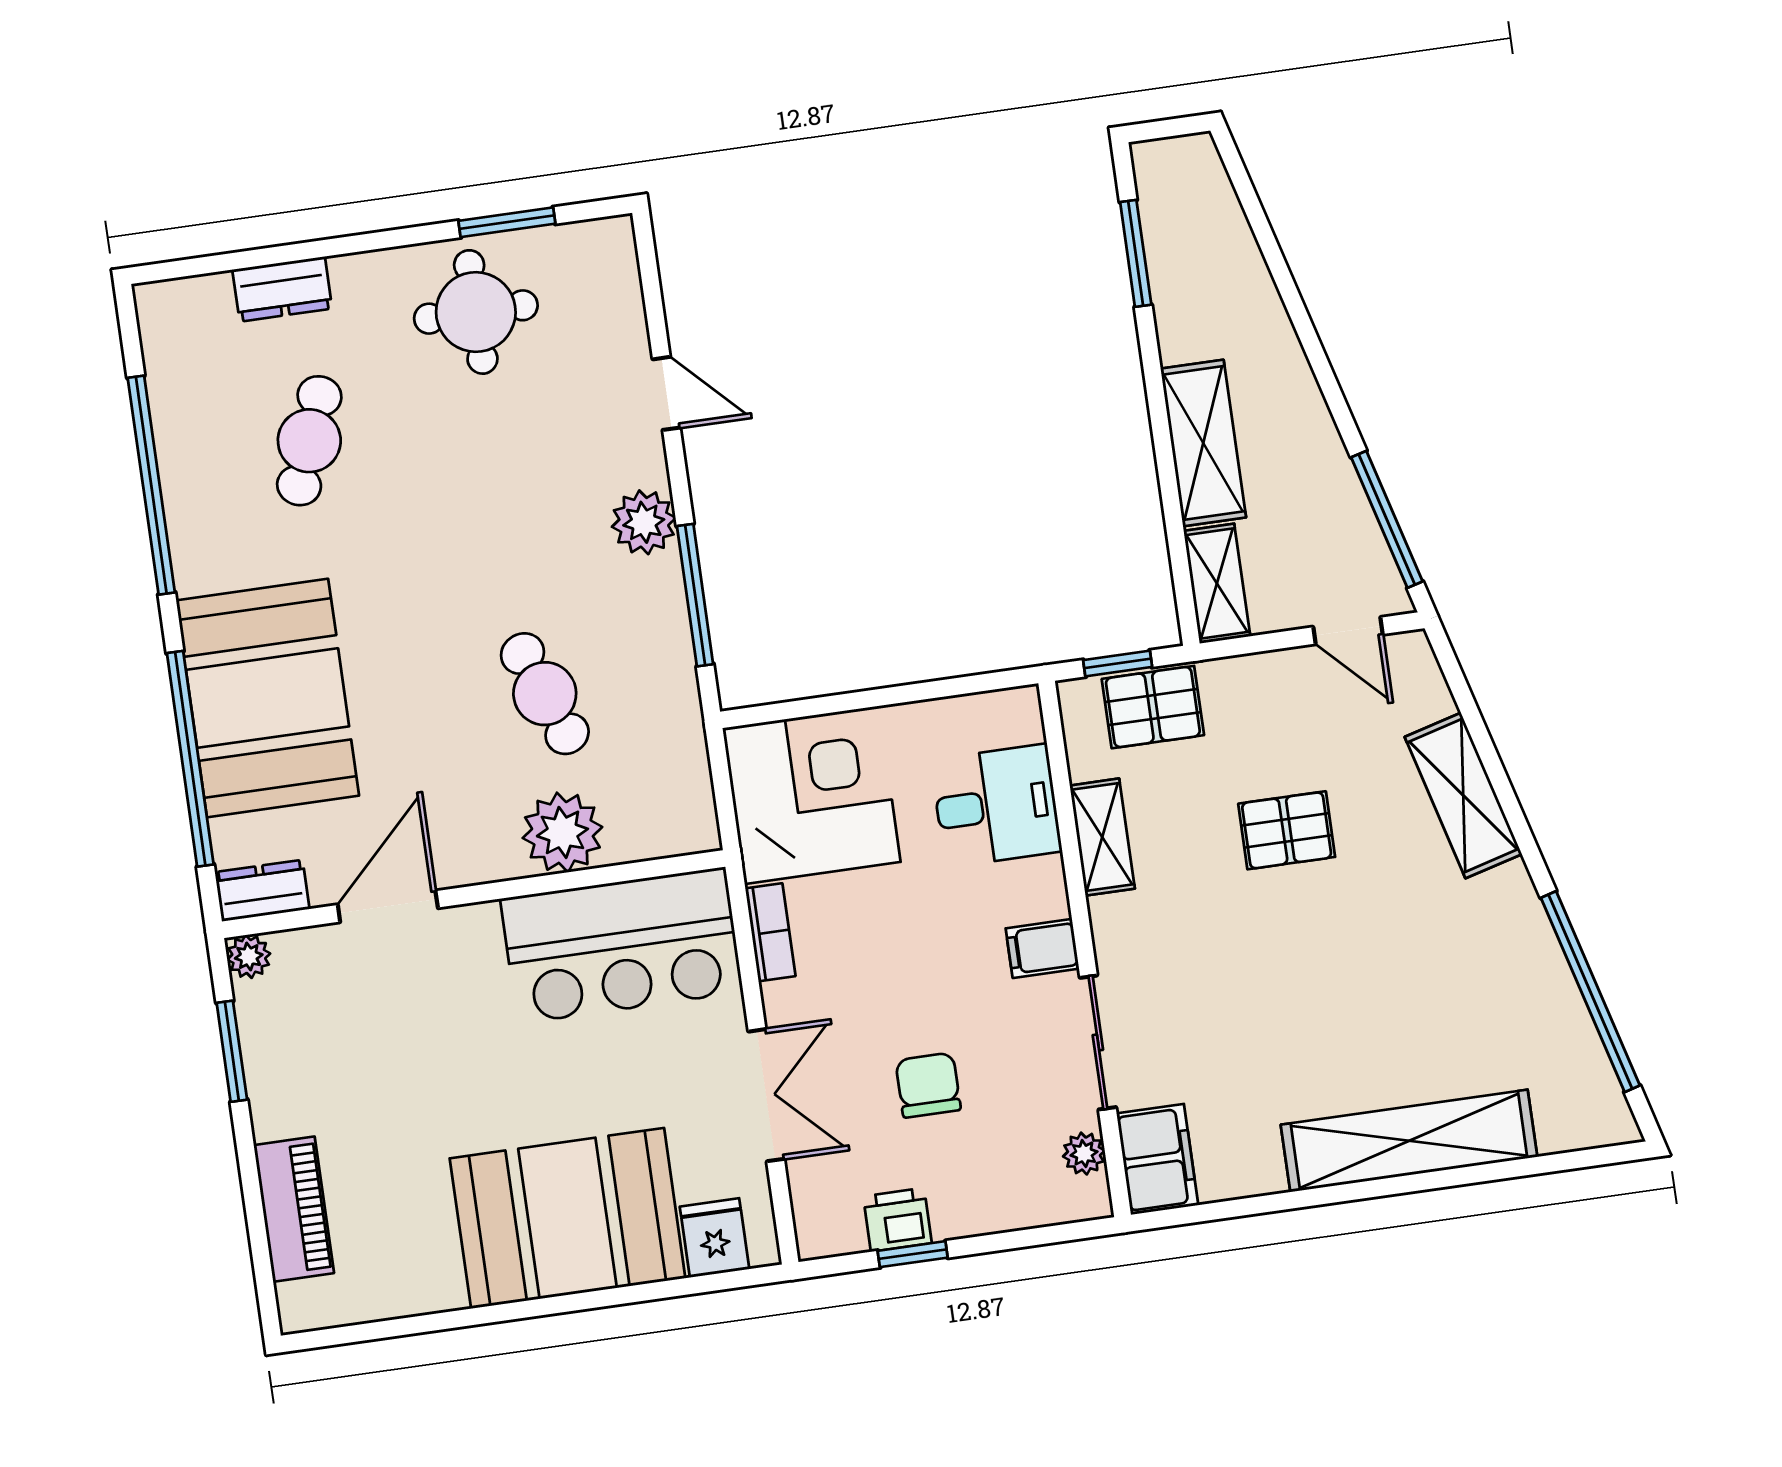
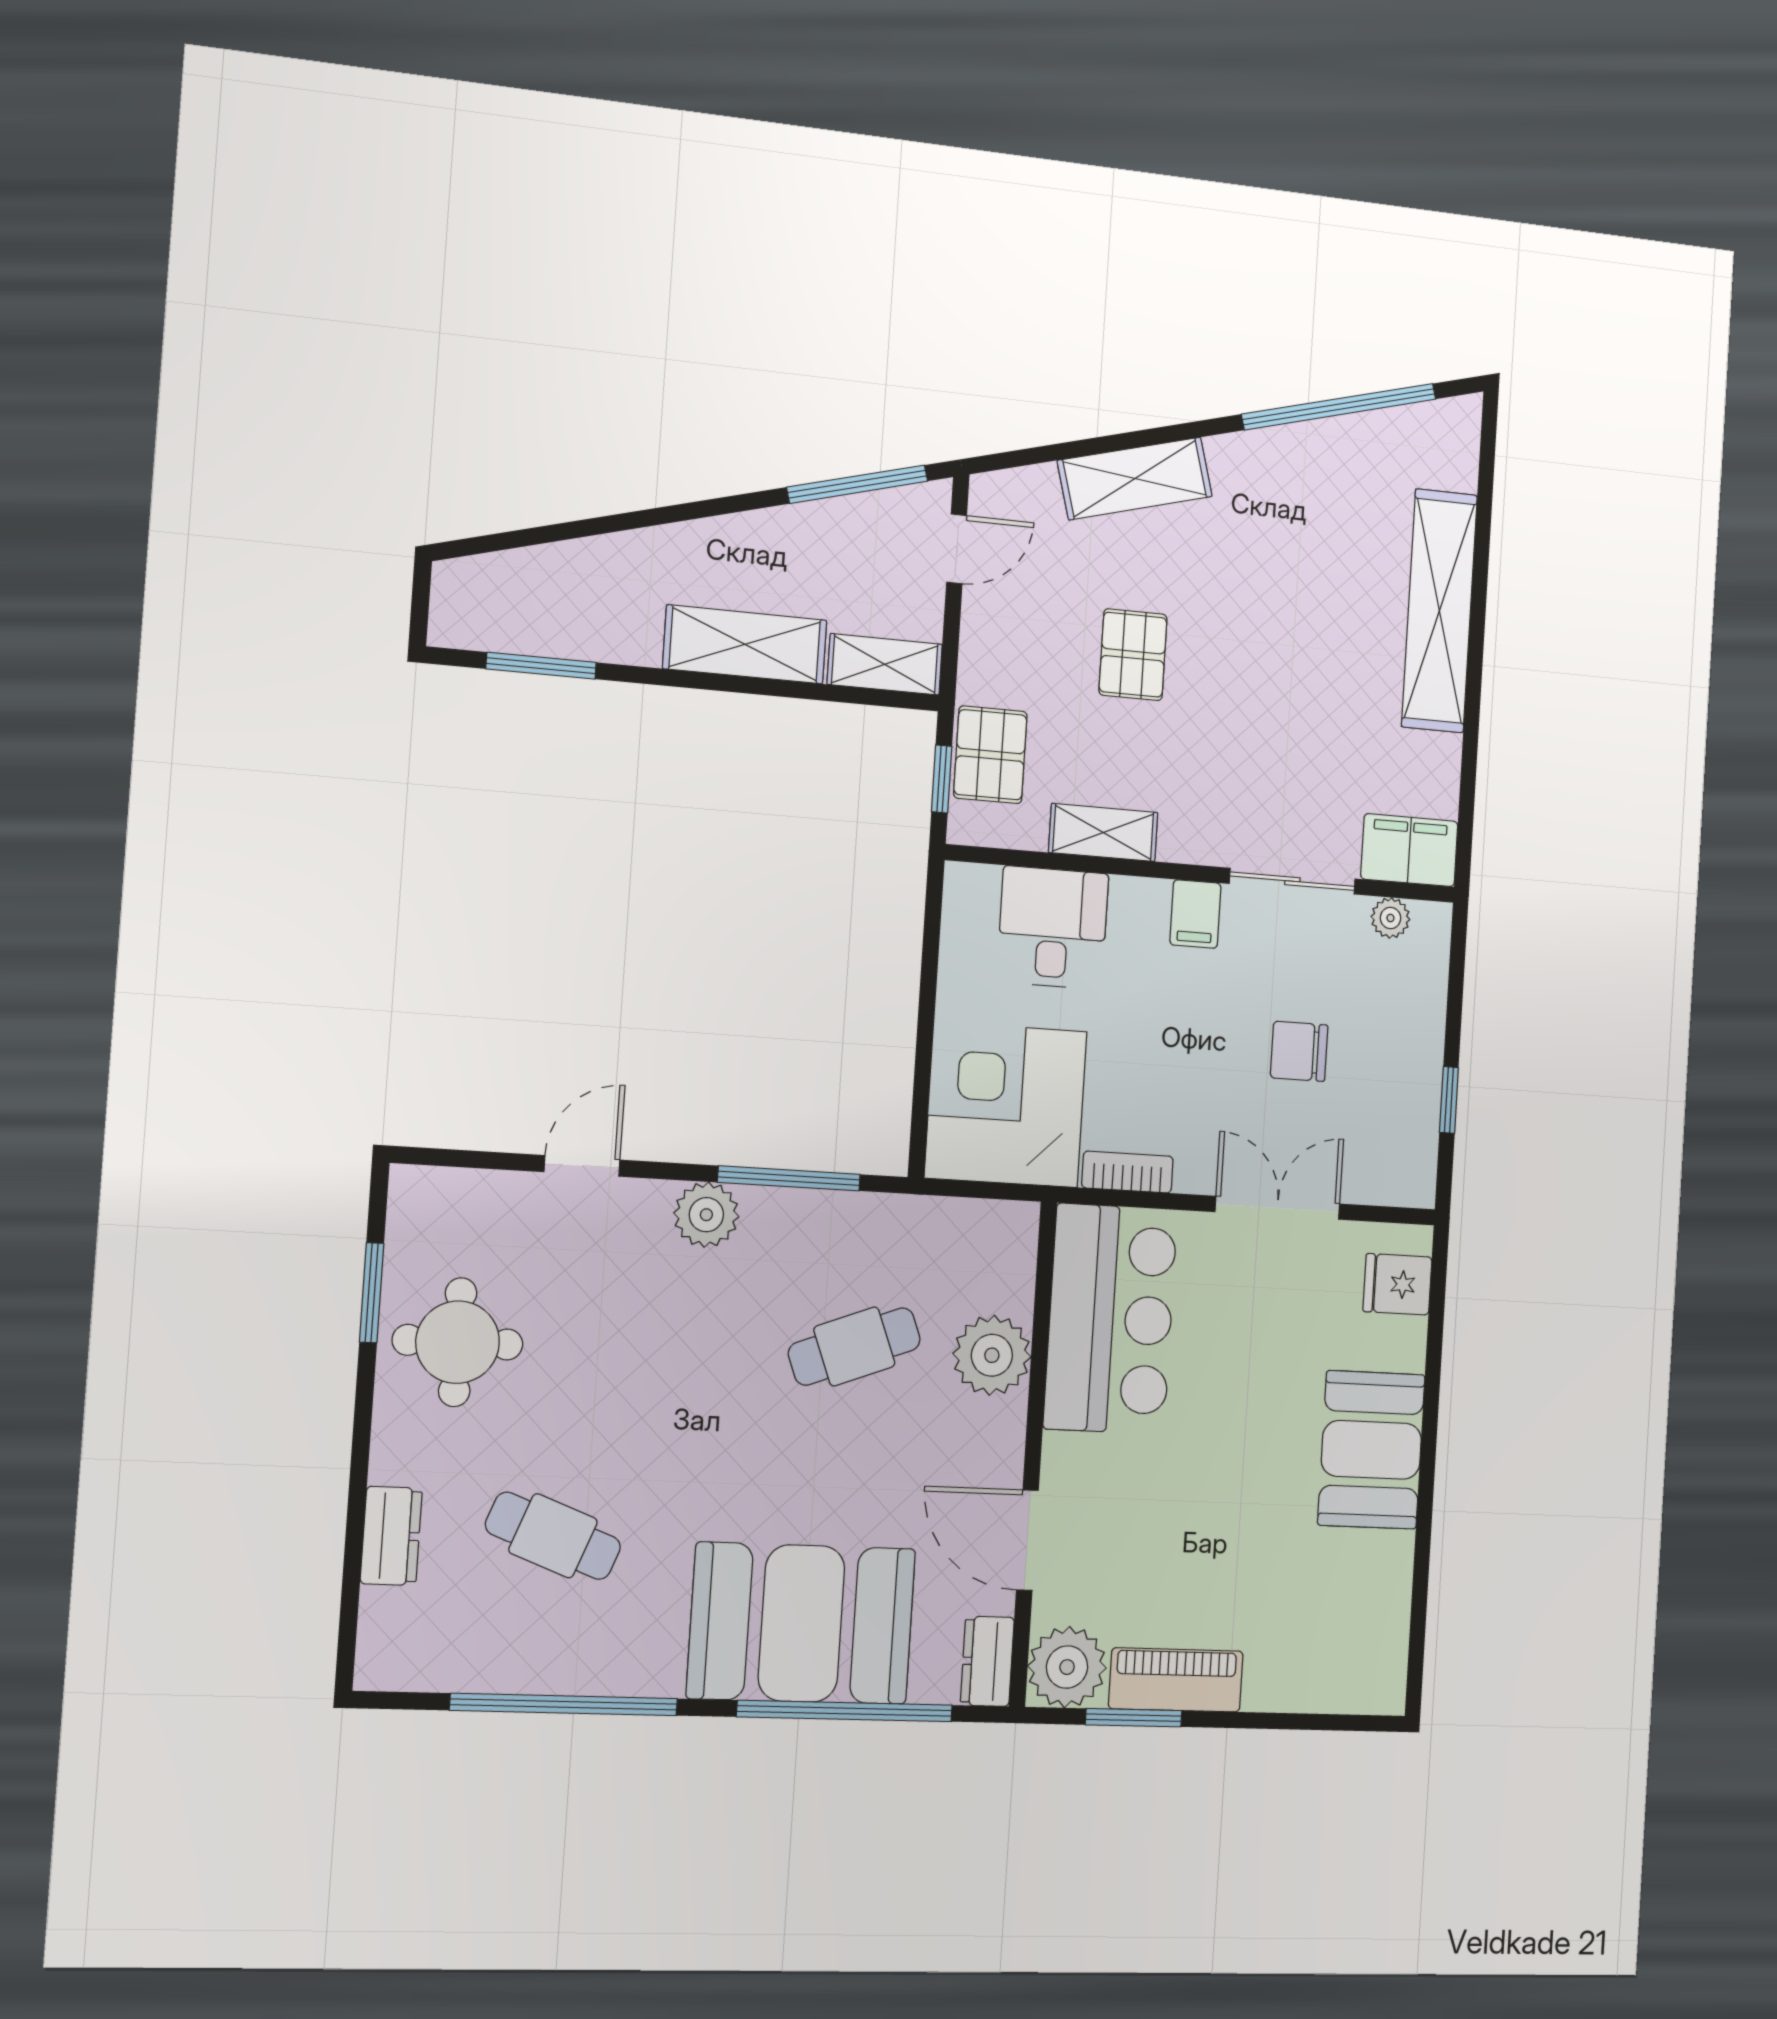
plant: (249, 956) -> (1067, 1667), width x1.88, depth x1.88
piano: (294, 1209) -> (1176, 1680), moved
booth: (568, 1218) -> (1371, 1450), width x0.73, depth x0.70
printer: (898, 1220) -> (1415, 1107), removed

